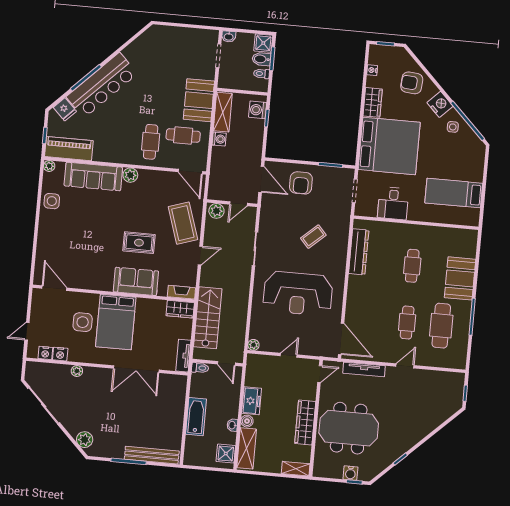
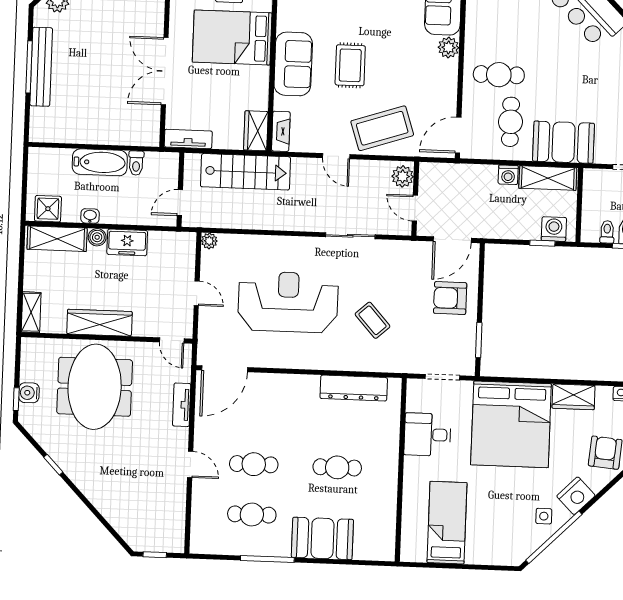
reception desk: (298, 293) -> (288, 302), turned 90
cafe table: (441, 326) -> (252, 514), width x0.73, depth x0.74
toilet: (200, 368) -> (136, 163), moved
tv unit: (364, 369) -> (182, 405), width x0.71
bench: (152, 455) -> (41, 67), moved

